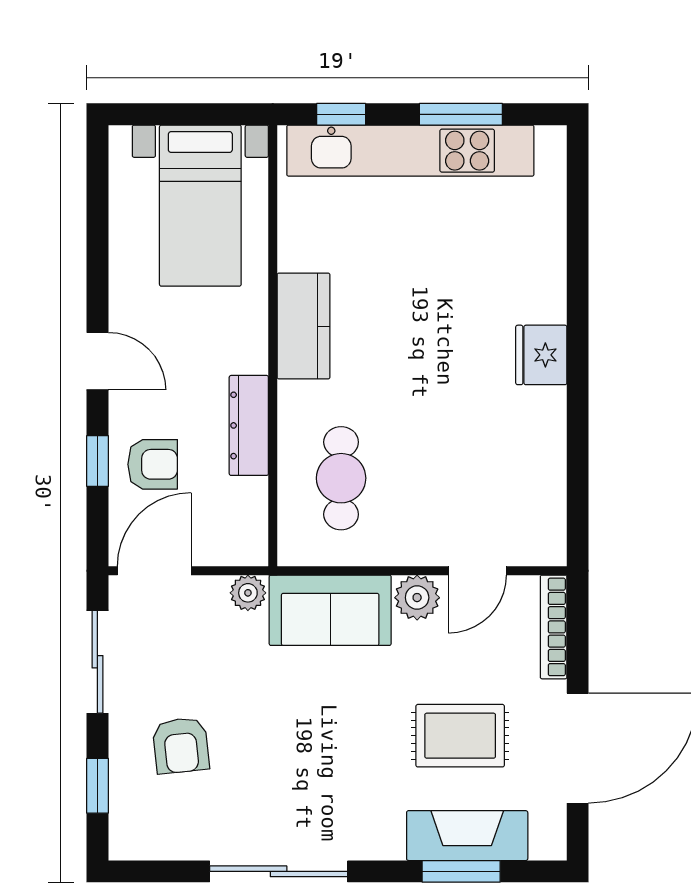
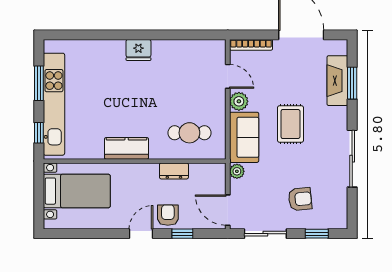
dresser: (249, 425) -> (174, 171), width x0.70
armchair: (153, 464) -> (168, 215), moved
rug: (460, 736) -> (290, 124), moved

